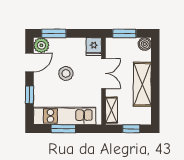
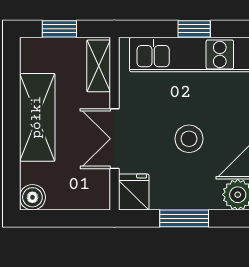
window: (54, 33) -> (184, 218), moved
window: (124, 33) -> (73, 218), removed
window: (63, 129) -> (194, 29), width x0.67

